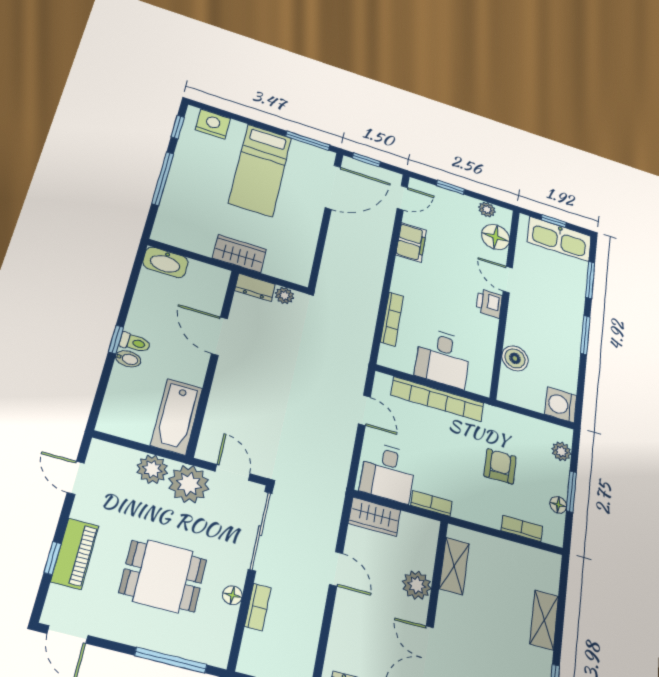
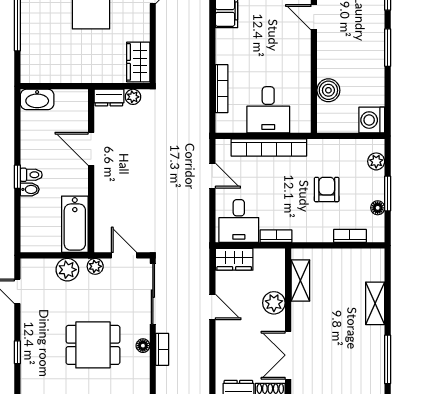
wardrobe: (239, 254) -> (138, 62), moved, turned -90
printer: (489, 303) -> (301, 46), removed
plant: (189, 484) -> (95, 266), width x0.53, depth x0.53
piano: (75, 554) -> (31, 345), removed

